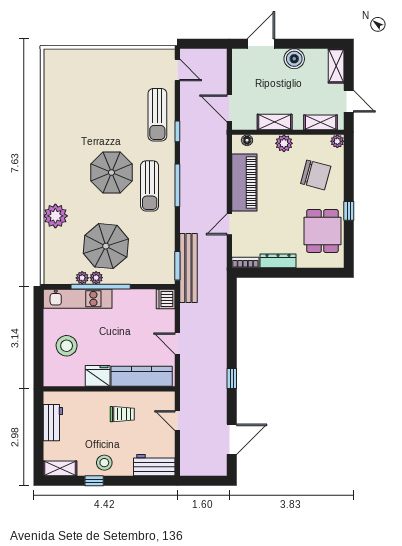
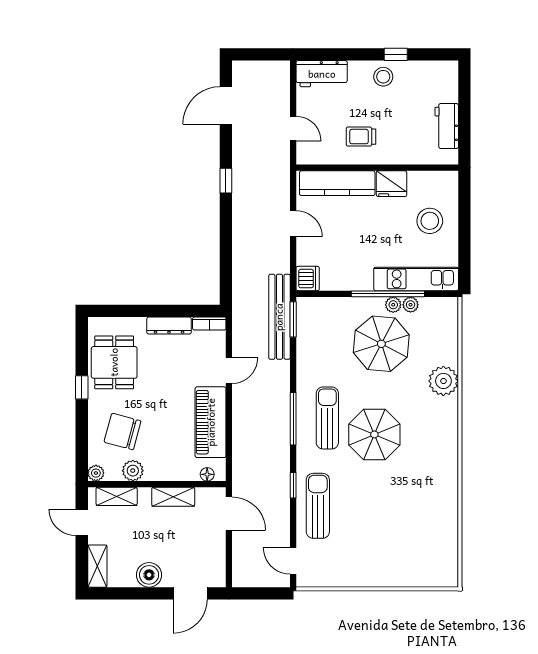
plant: (284, 143) -> (133, 471), moved
shelving: (60, 468) -> (438, 70), removed

